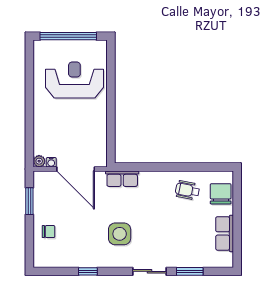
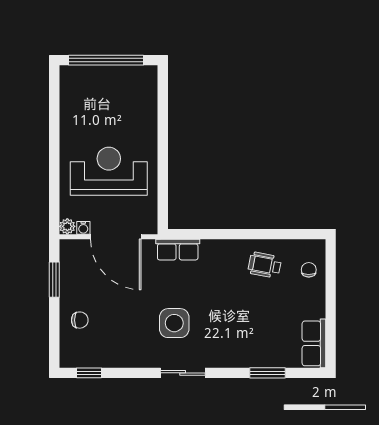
reception desk: (74, 80) -> (109, 171), moved
chair: (221, 194) -> (309, 270), width x0.54, depth x0.54
row of seats: (225, 233) -> (314, 343), moved
window: (88, 271) -> (89, 373), moved
sliding door: (149, 271) -> (183, 373), moved

